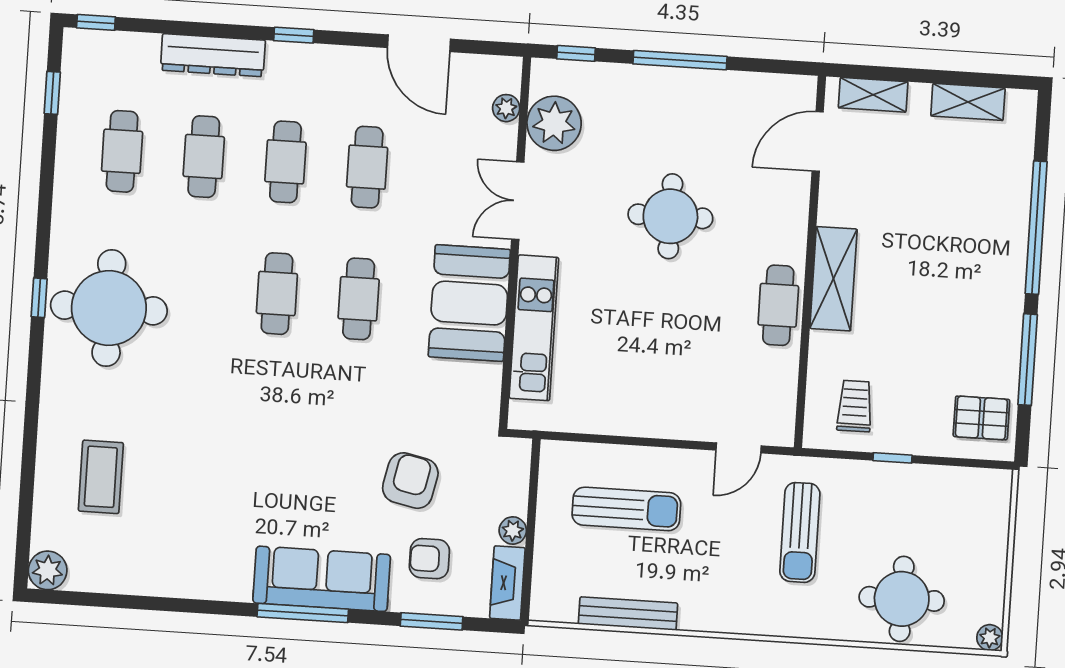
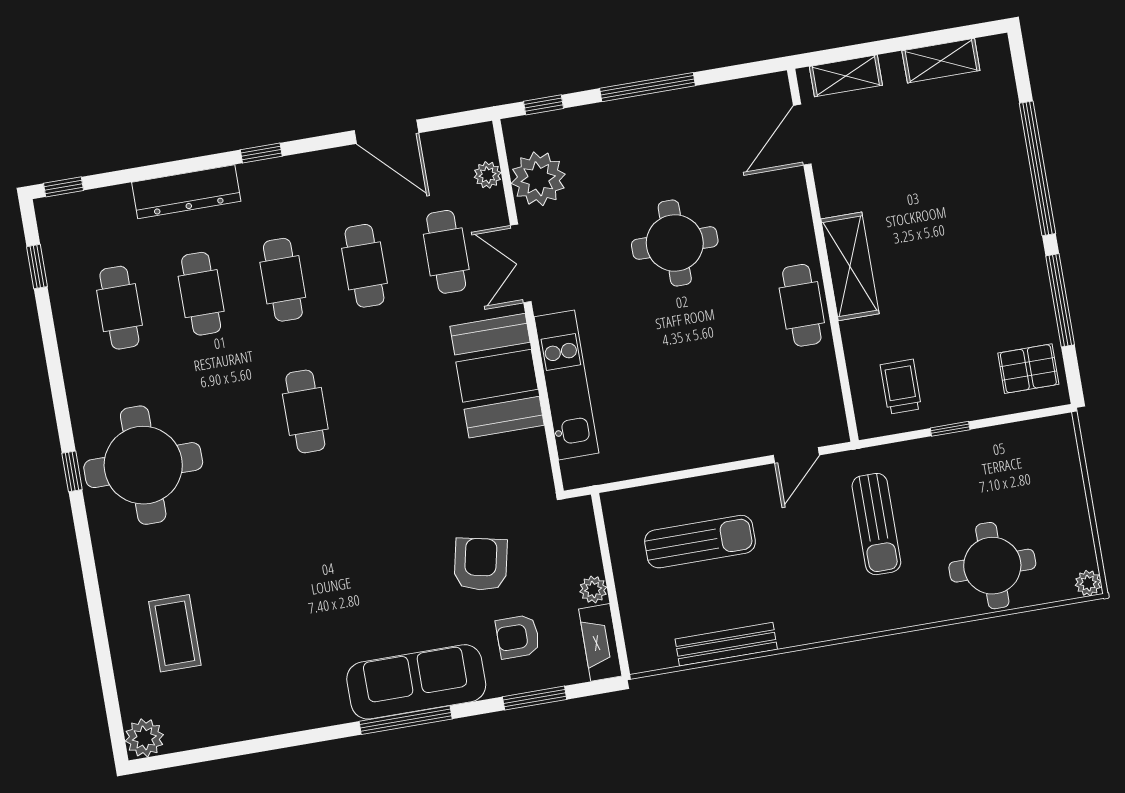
cafe table: (359, 299) -> (446, 252), moved

